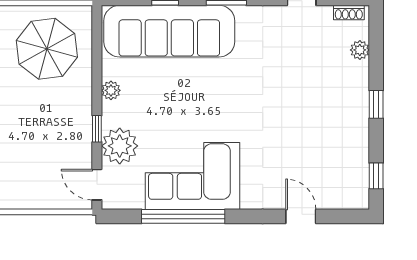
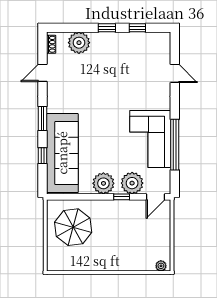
plant: (360, 50) -> (79, 43), width x1.87, depth x1.87
plant: (111, 90) -> (103, 183), width x1.88, depth x1.88
window: (376, 176) -> (137, 28), moved
door: (301, 216) -> (175, 73), swing flipped

